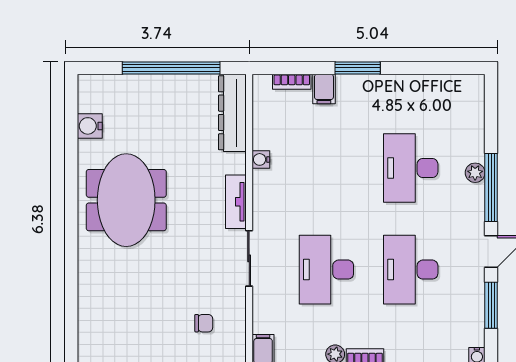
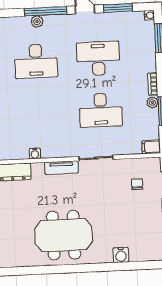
water cooler: (90, 126) -> (121, 255), moved
desk: (411, 270) -> (98, 58), turned 180

